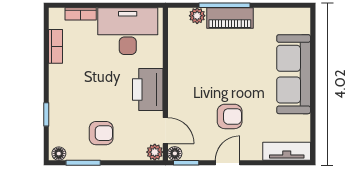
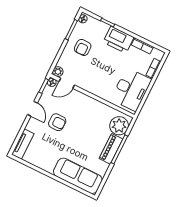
plant: (197, 16) -> (119, 126), width x1.88, depth x1.88
sofa: (294, 74) -> (78, 176), moved
printer: (148, 90) -> (118, 40), moved, turned 180
armchair: (230, 116) -> (57, 122), turned -90

